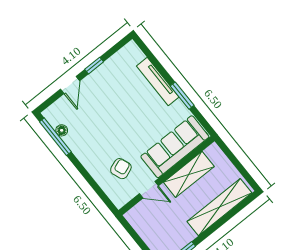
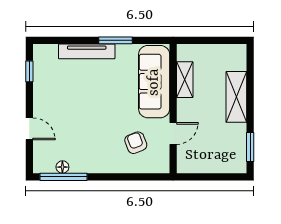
window: (94, 66) -> (29, 71), moved
shelving: (189, 174) -> (185, 80), width x0.67, depth x0.75
shelving: (219, 207) -> (236, 97), width x0.68

